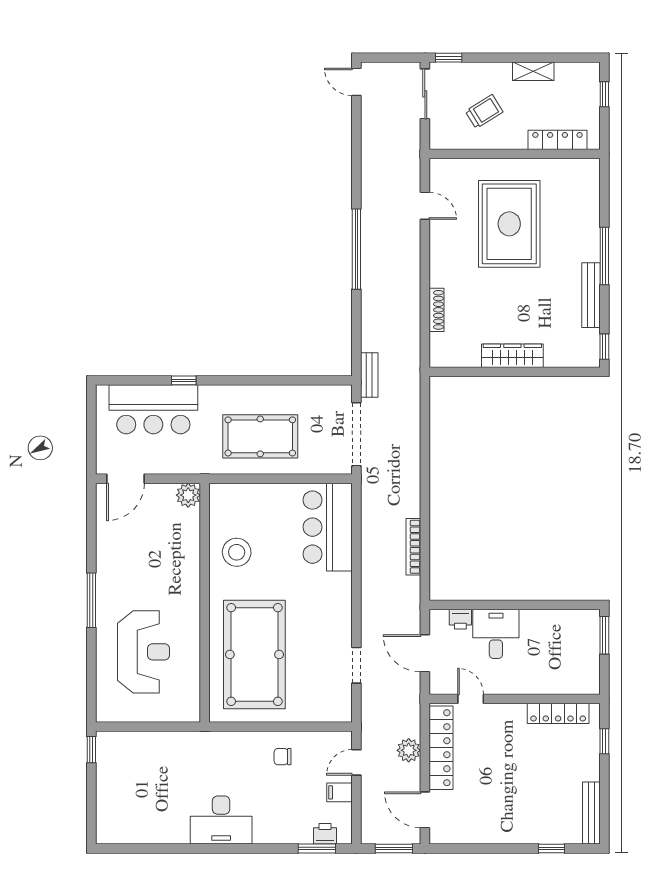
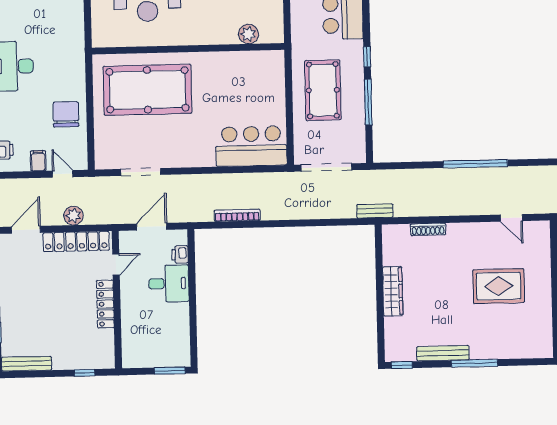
door: (425, 206) -> (511, 218), hinge flipped
rug: (509, 224) -> (499, 286), width x0.73, depth x0.69
bench: (369, 375) -> (375, 211), moved
window: (184, 380) -> (367, 57), moved
window: (277, 380) -> (368, 102), added
plant: (188, 495) -> (248, 34), moved
stool: (237, 552) -> (229, 73), removed
doorway: (356, 665) -> (141, 172), width x1.38
locker: (558, 713) -> (105, 304), moved
chair: (283, 757) -> (66, 114), width x1.87, depth x1.87

